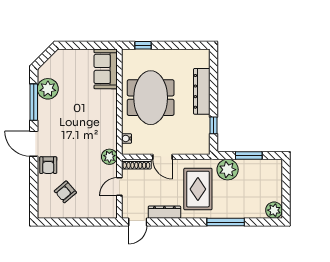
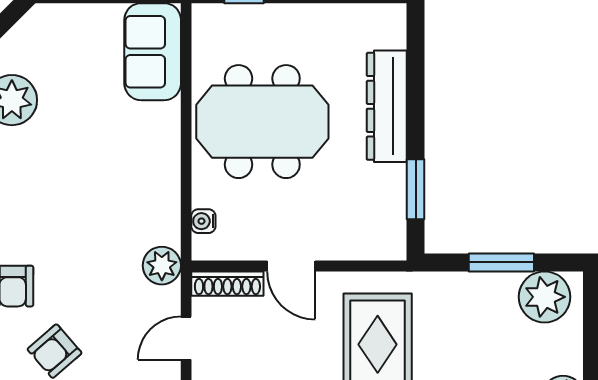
meeting table: (151, 98) -> (262, 122), turned 90
window: (214, 125) -> (416, 189), width x1.50
plant: (228, 170) -> (545, 297), moved

